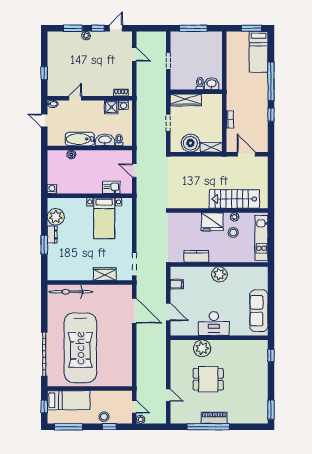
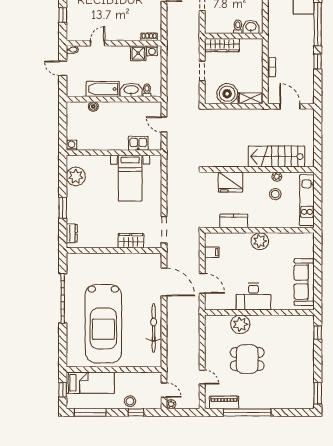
fridge: (212, 222) -> (230, 182), moved
dresser: (52, 235) -> (72, 233), moved
bicycle: (71, 292) -> (154, 328), moved, turned 90
garage door: (44, 354) -> (63, 298), moved
piano: (214, 418) -> (224, 402), moved

